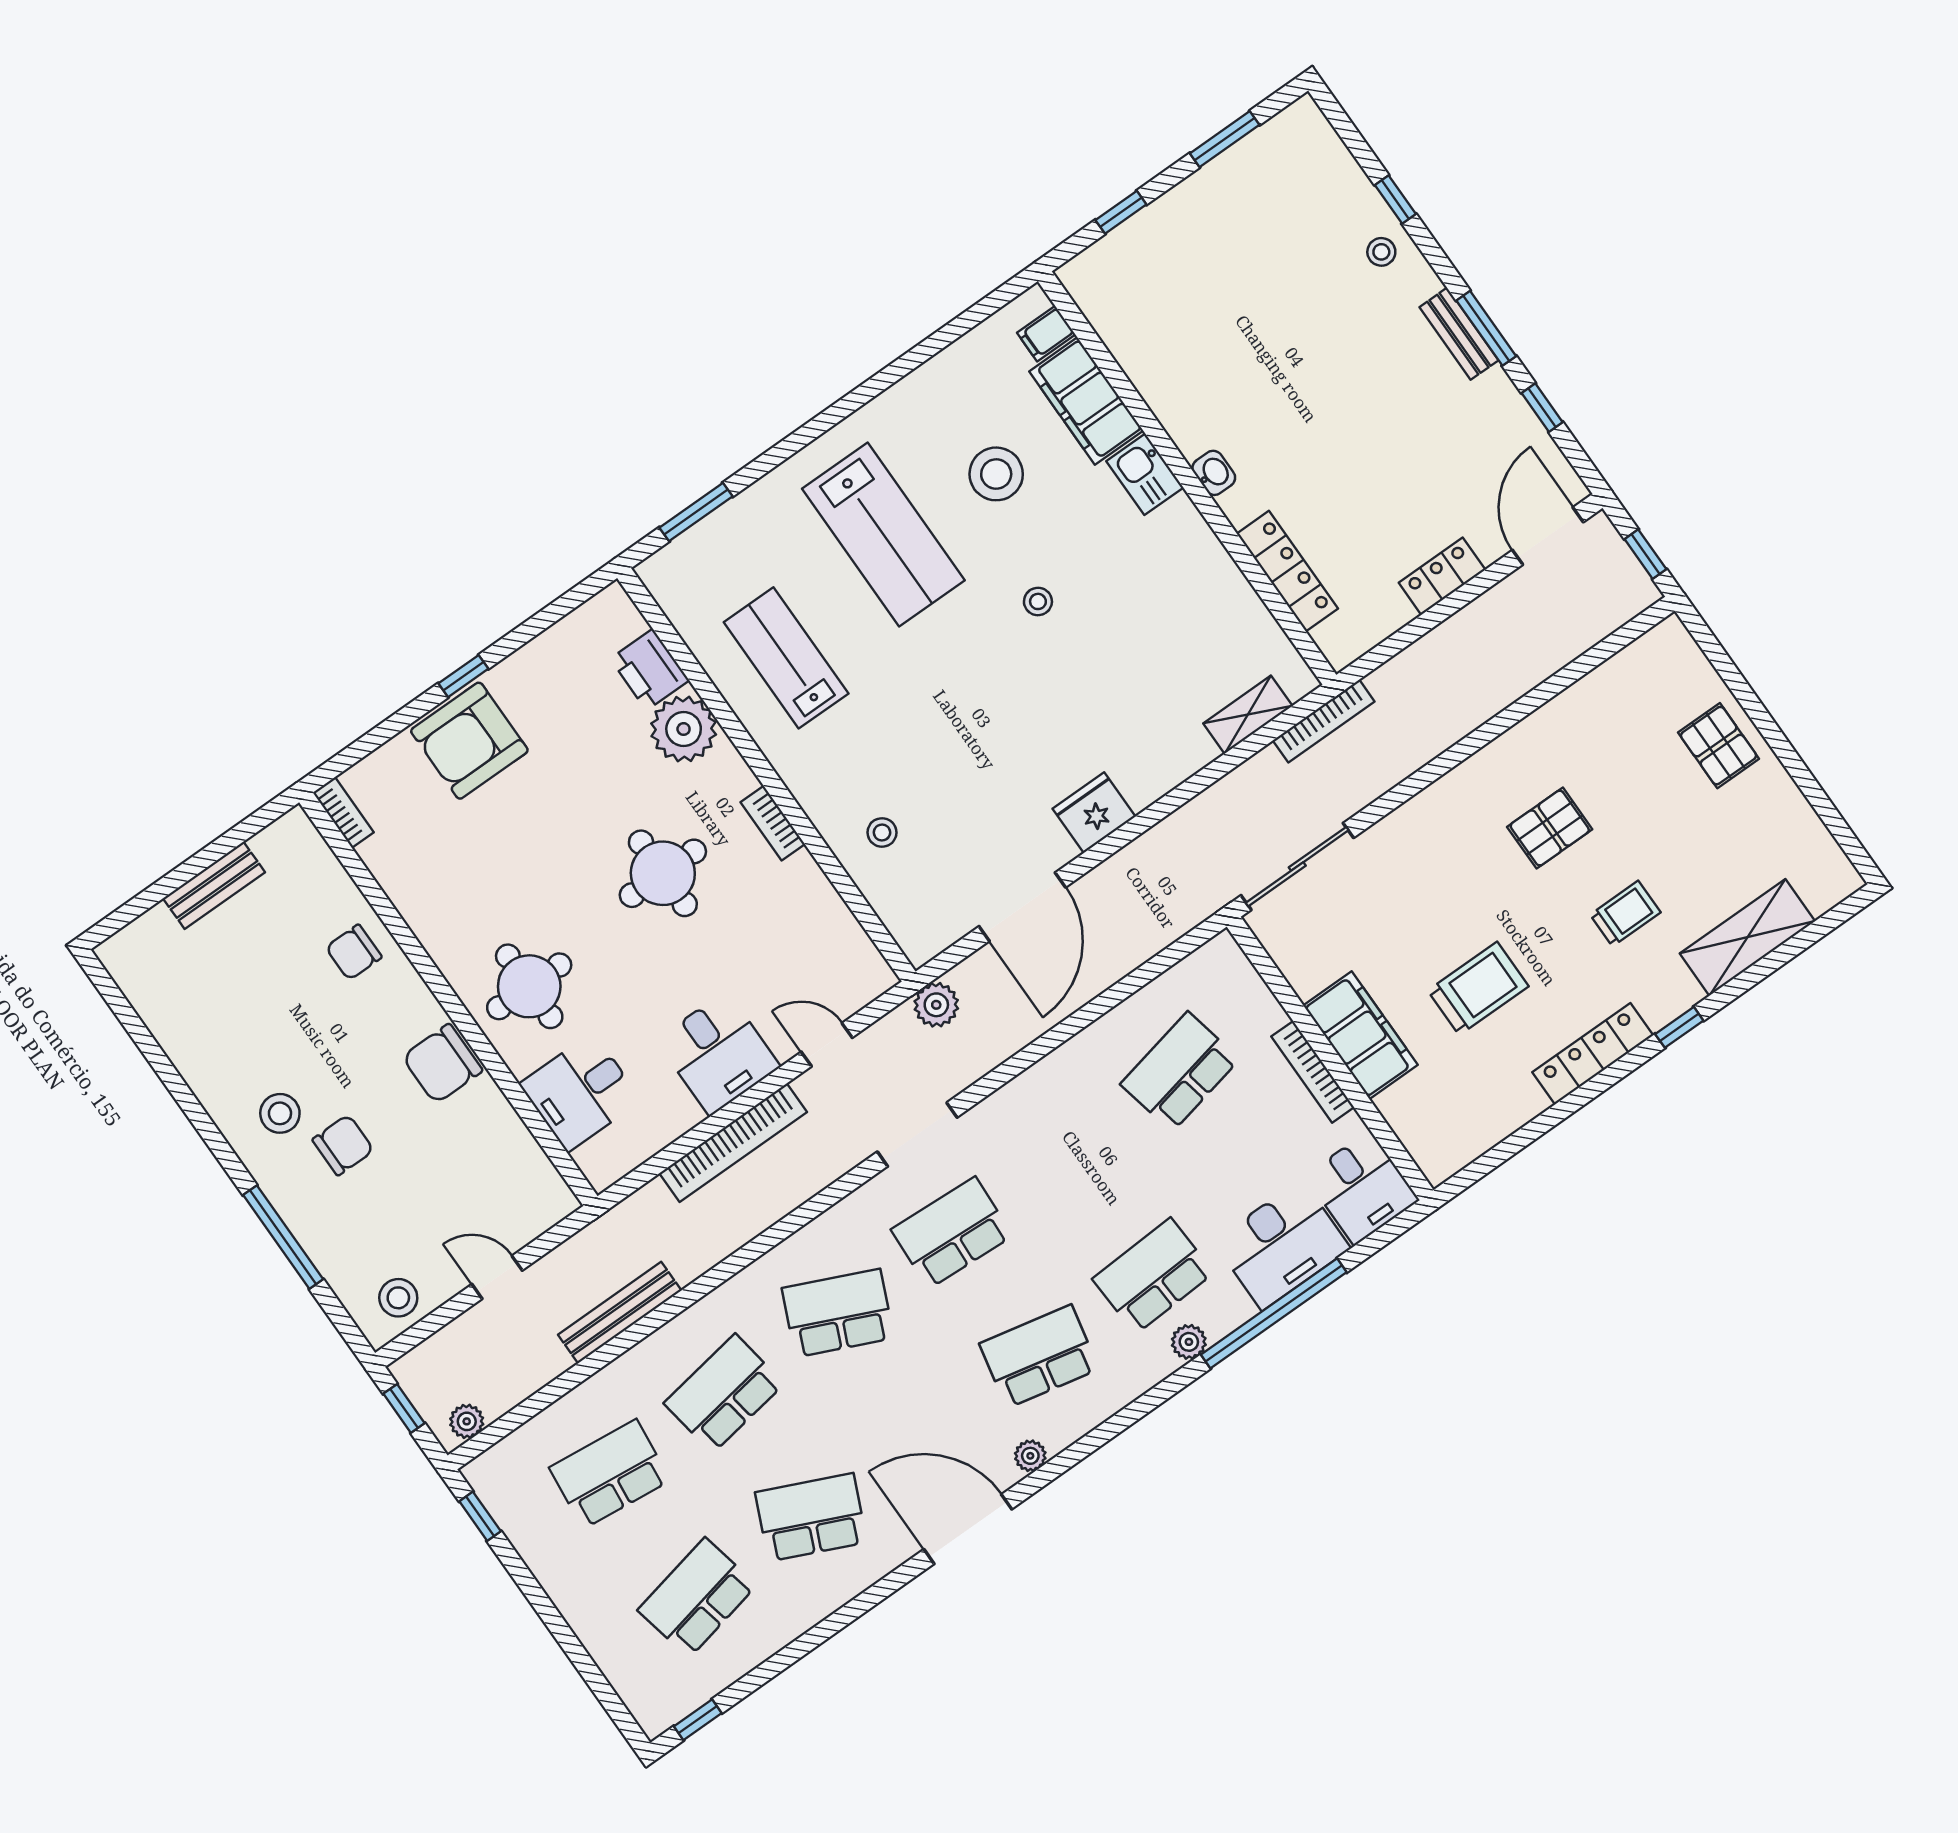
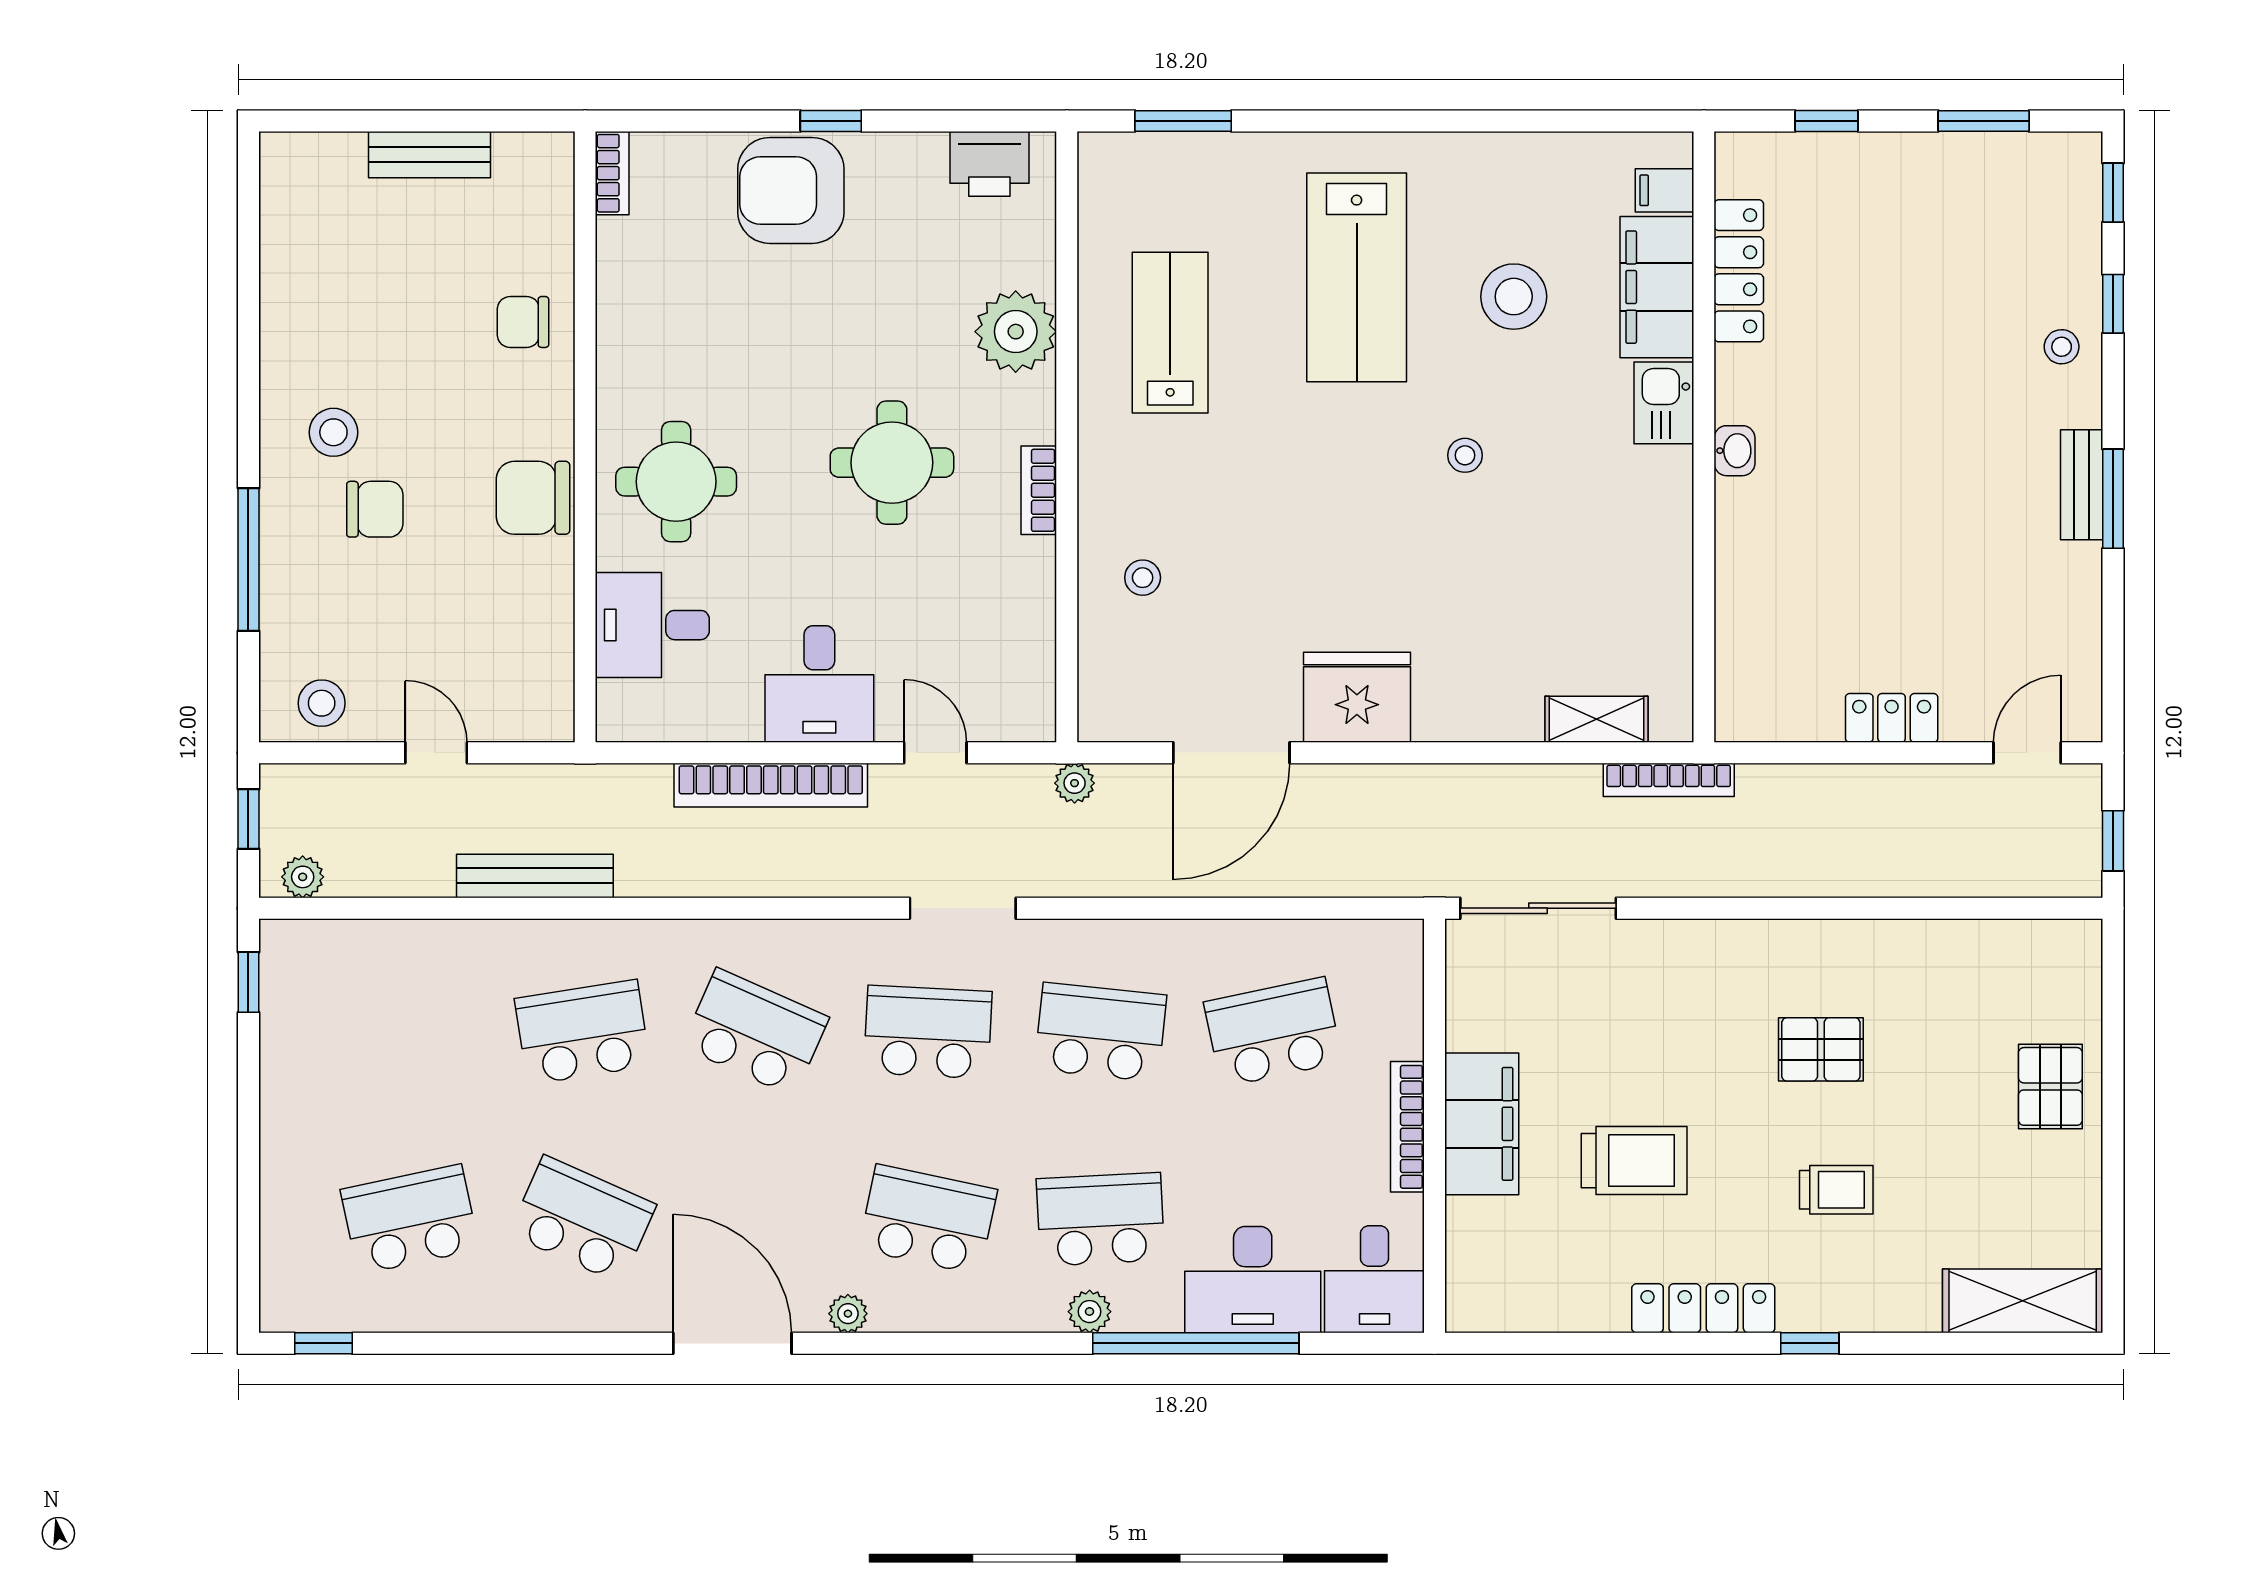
window: (1542, 408) -> (2113, 193), moved
door: (1548, 536) -> (2027, 753), width x0.73
locker: (1287, 571) -> (1739, 271), moved
printer: (650, 670) -> (989, 164), moved, turned -90
fridge: (1094, 813) -> (1357, 697), width x1.36, depth x1.34
shelving: (1747, 937) -> (2023, 1301), moved
plant: (936, 1005) -> (1075, 783), width x0.73, depth x0.73
school desk: (610, 1474) -> (1101, 1032), moved

